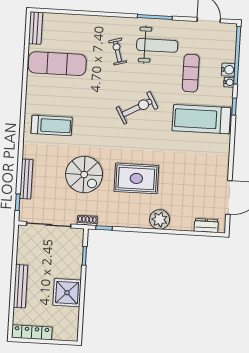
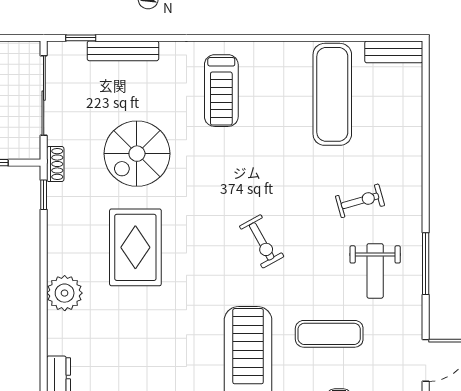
weight bench: (157, 45) -> (375, 271), width x0.73, depth x0.75
exercise bike: (137, 108) -> (262, 241), width x0.73, depth x0.72

